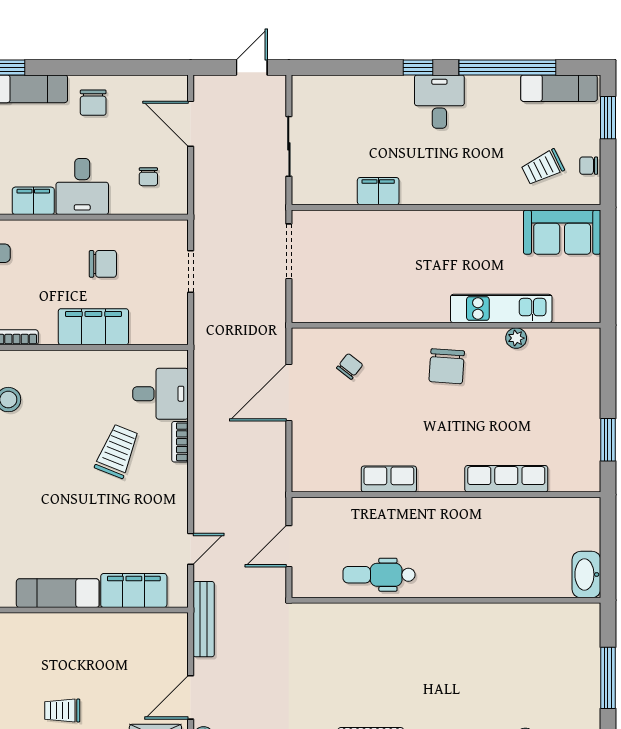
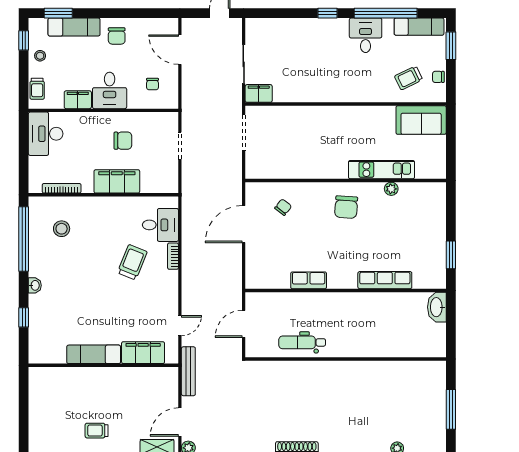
desk: (439, 102) -> (366, 35), moved
filing cabinet: (378, 191) -> (259, 93), moved
washbasin: (586, 574) -> (437, 307), moved

